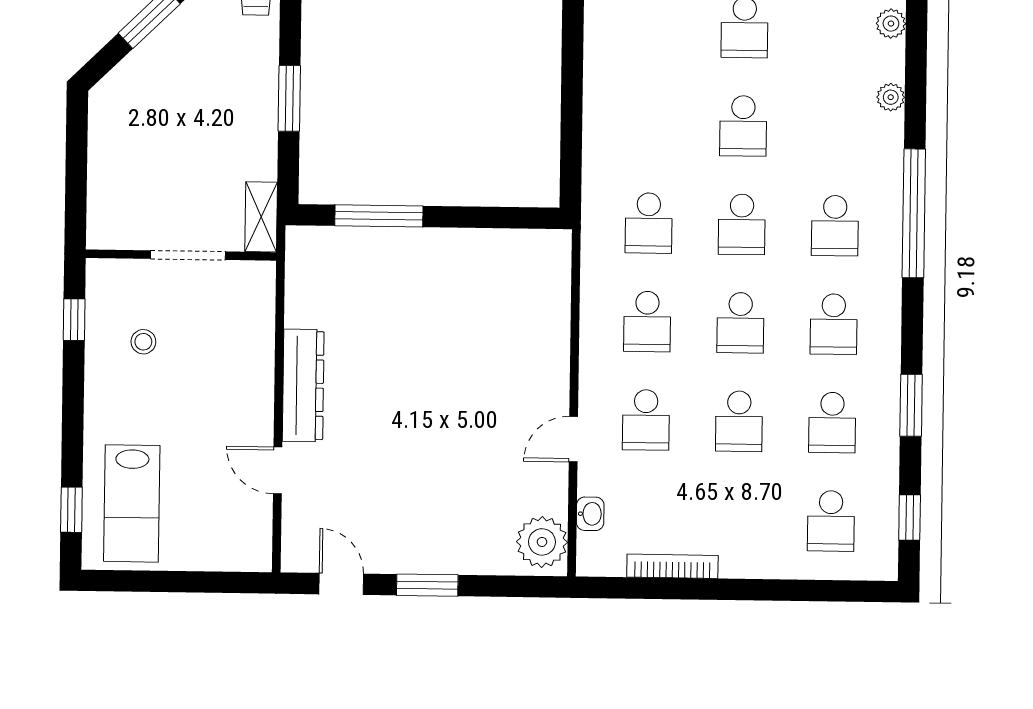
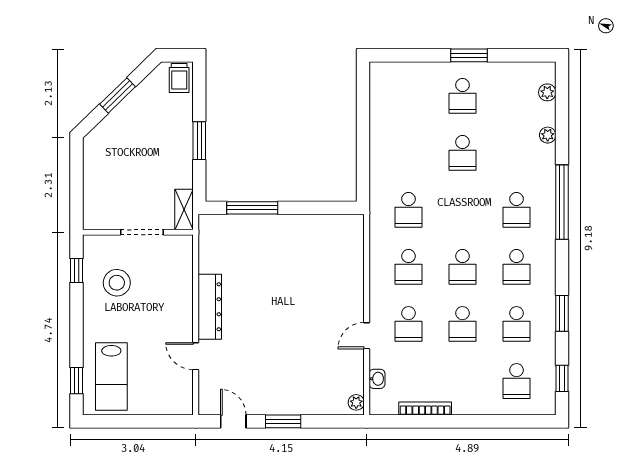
school desk: (742, 224) -> (462, 210), removed
stool: (143, 342) -> (117, 283), width x1.89, depth x1.89
plant: (542, 542) -> (356, 402), width x0.53, depth x0.53

